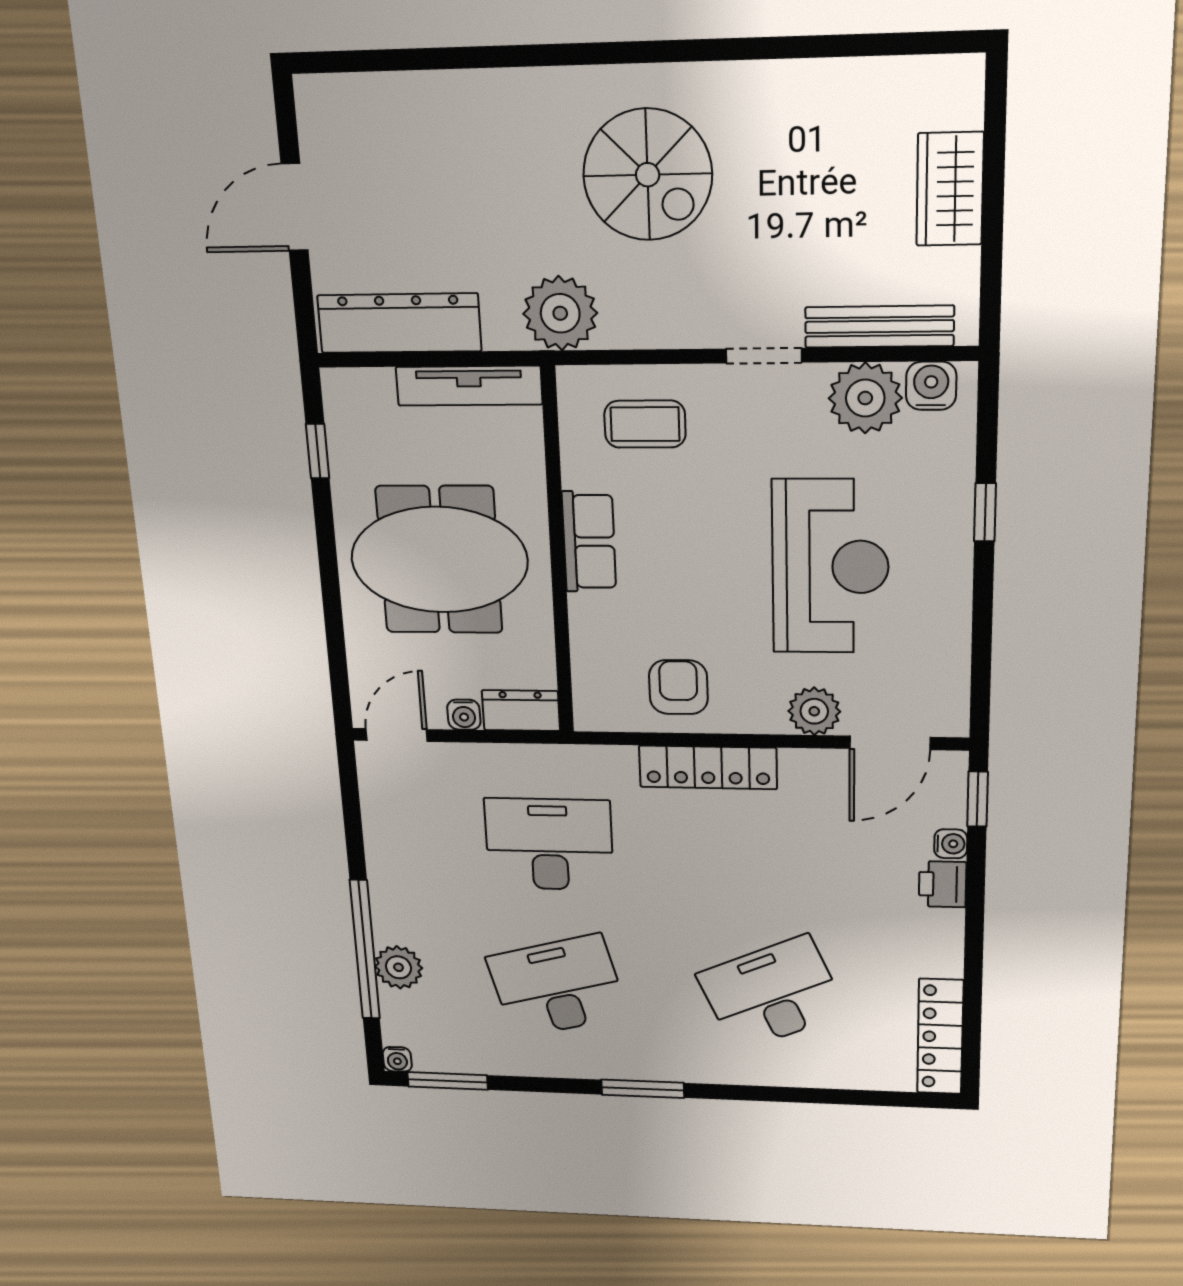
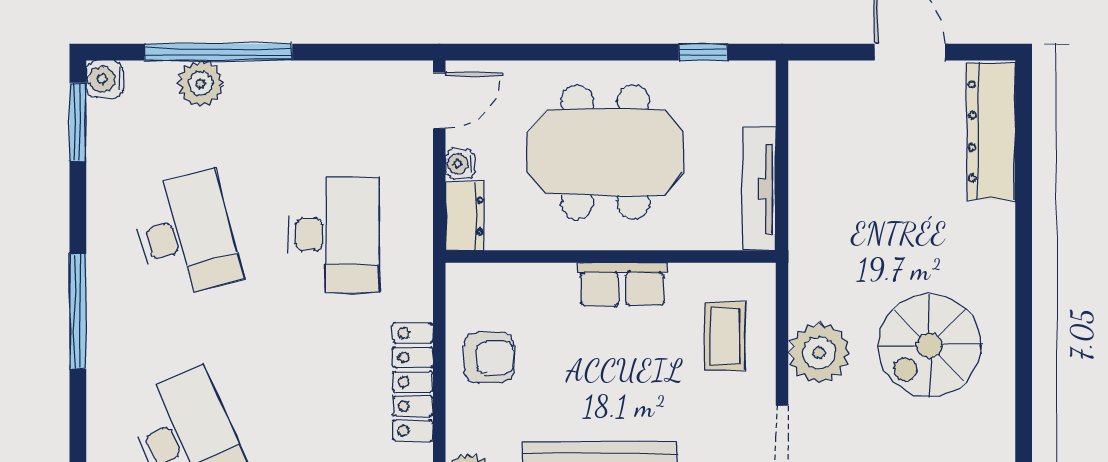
plant: (560, 313) -> (819, 353), moved
dresser: (399, 323) -> (991, 131), moved, turned 180
meeting table: (439, 560) -> (605, 152), turned 90
door: (397, 735) -> (439, 101), hinge flipped
water cooler: (397, 1059) -> (105, 79), width x1.38, depth x1.38
window: (643, 1089) -> (78, 311), width x1.44

